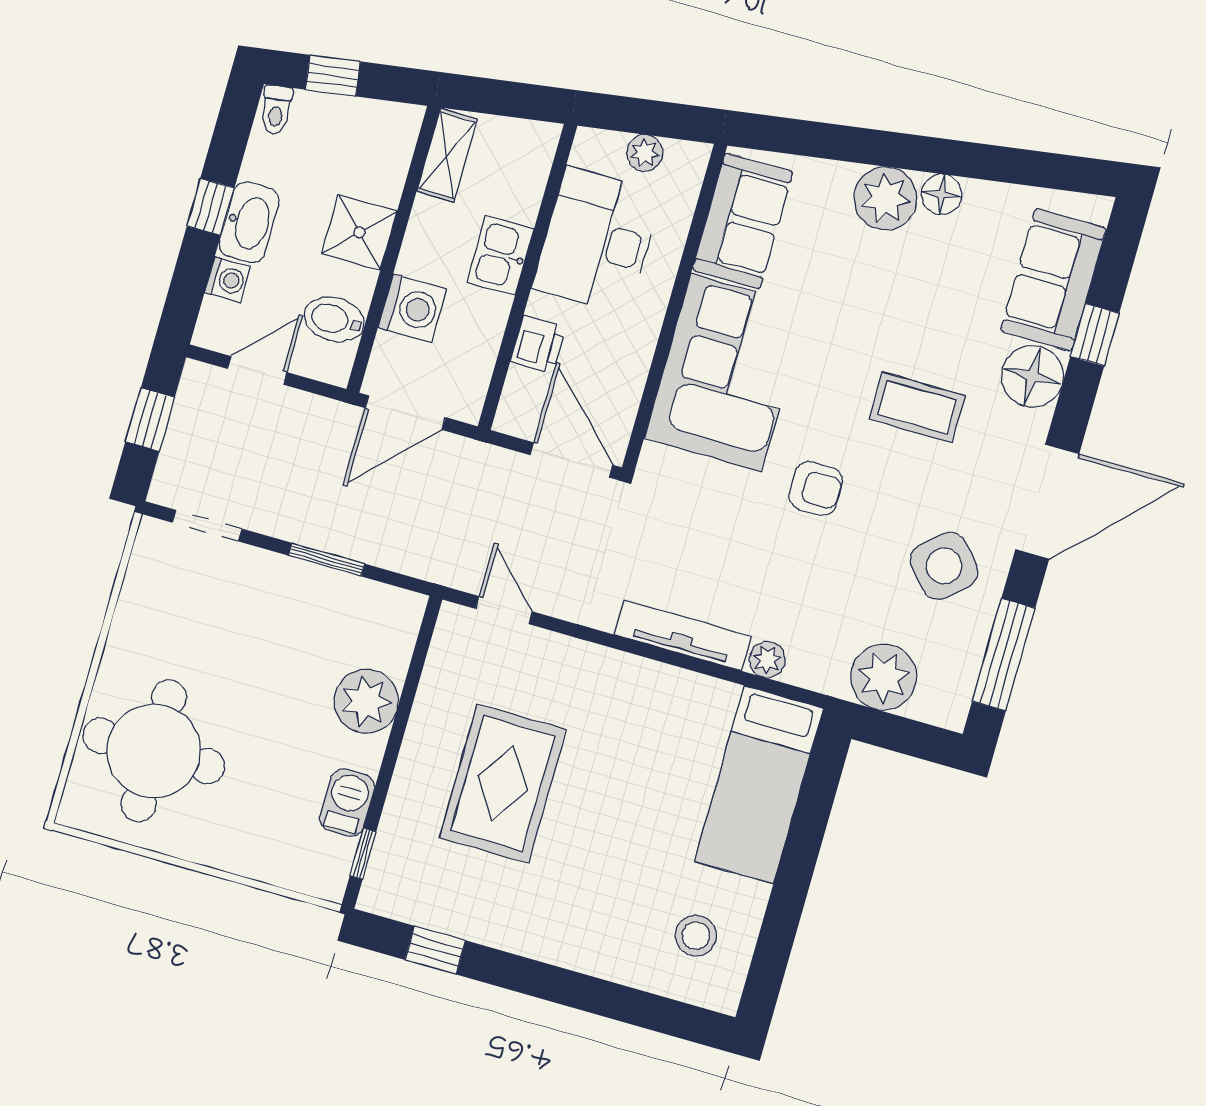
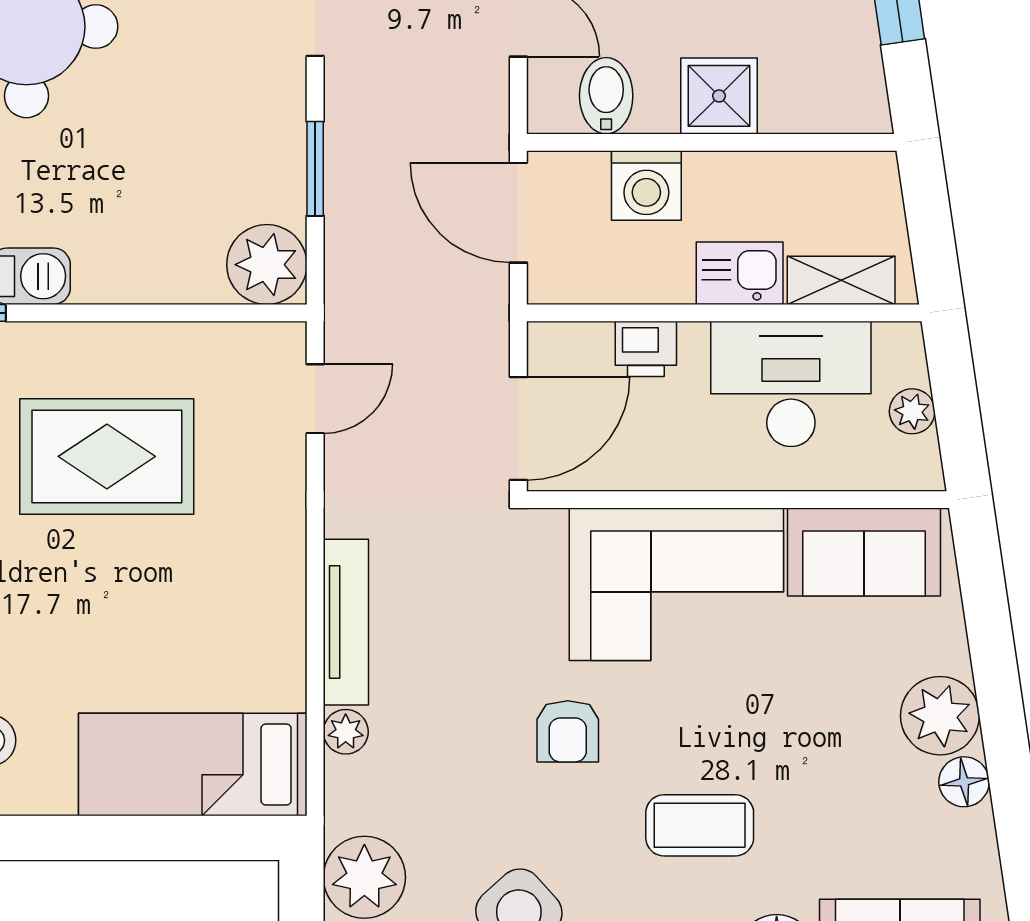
shelving: (447, 155) -> (841, 280), moved
coffee table: (917, 407) -> (700, 825), turned 90
plant: (366, 701) -> (267, 265), moved

